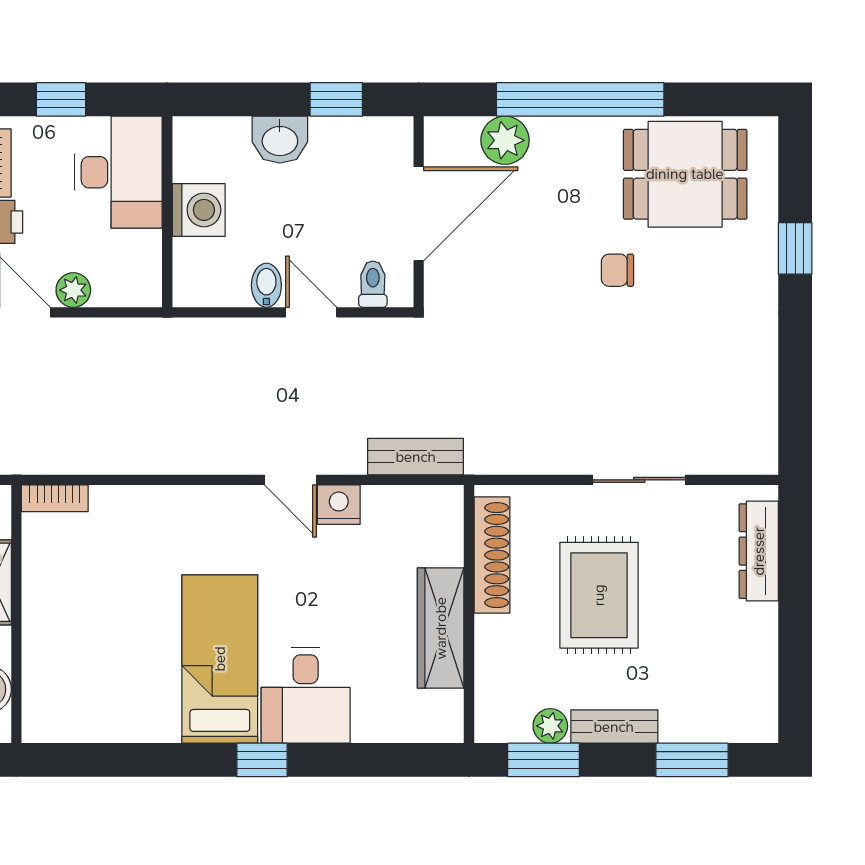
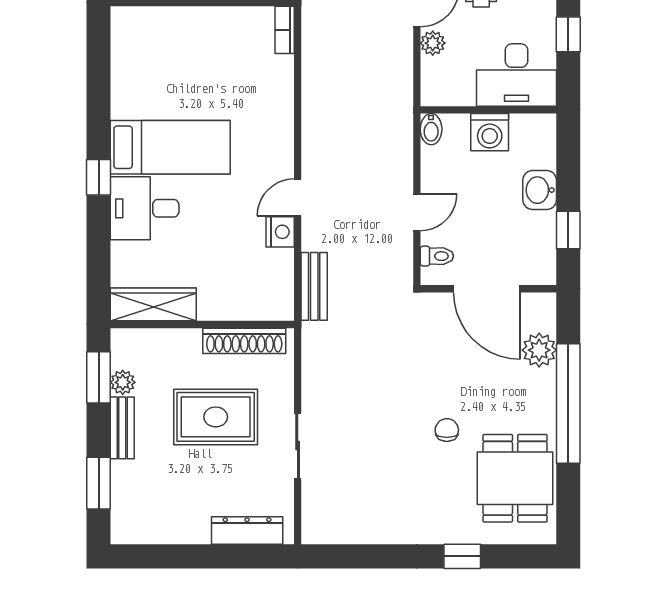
bidet: (266, 285) -> (431, 129), moved, turned 90
wardrobe: (441, 628) -> (153, 304), moved

